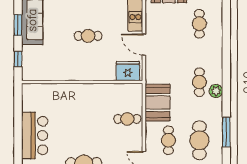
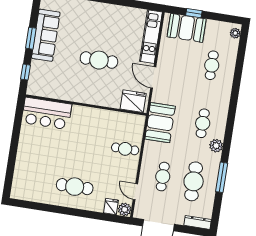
cafe table: (88, 36) -> (99, 60), width x1.37, depth x1.35
plant: (216, 91) -> (216, 146), moved
booth: (158, 102) -> (160, 123), moved
bar counter: (35, 136) -> (47, 113), moved, turned 90

